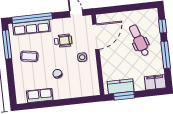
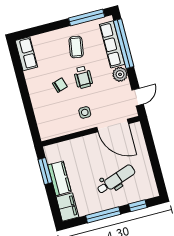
plant: (56, 25) -> (120, 74), added
wheelchair: (63, 41) -> (83, 77), moved
kitchen counter: (121, 86) -> (59, 178), moved
row of seats: (40, 95) -> (26, 54), moved

